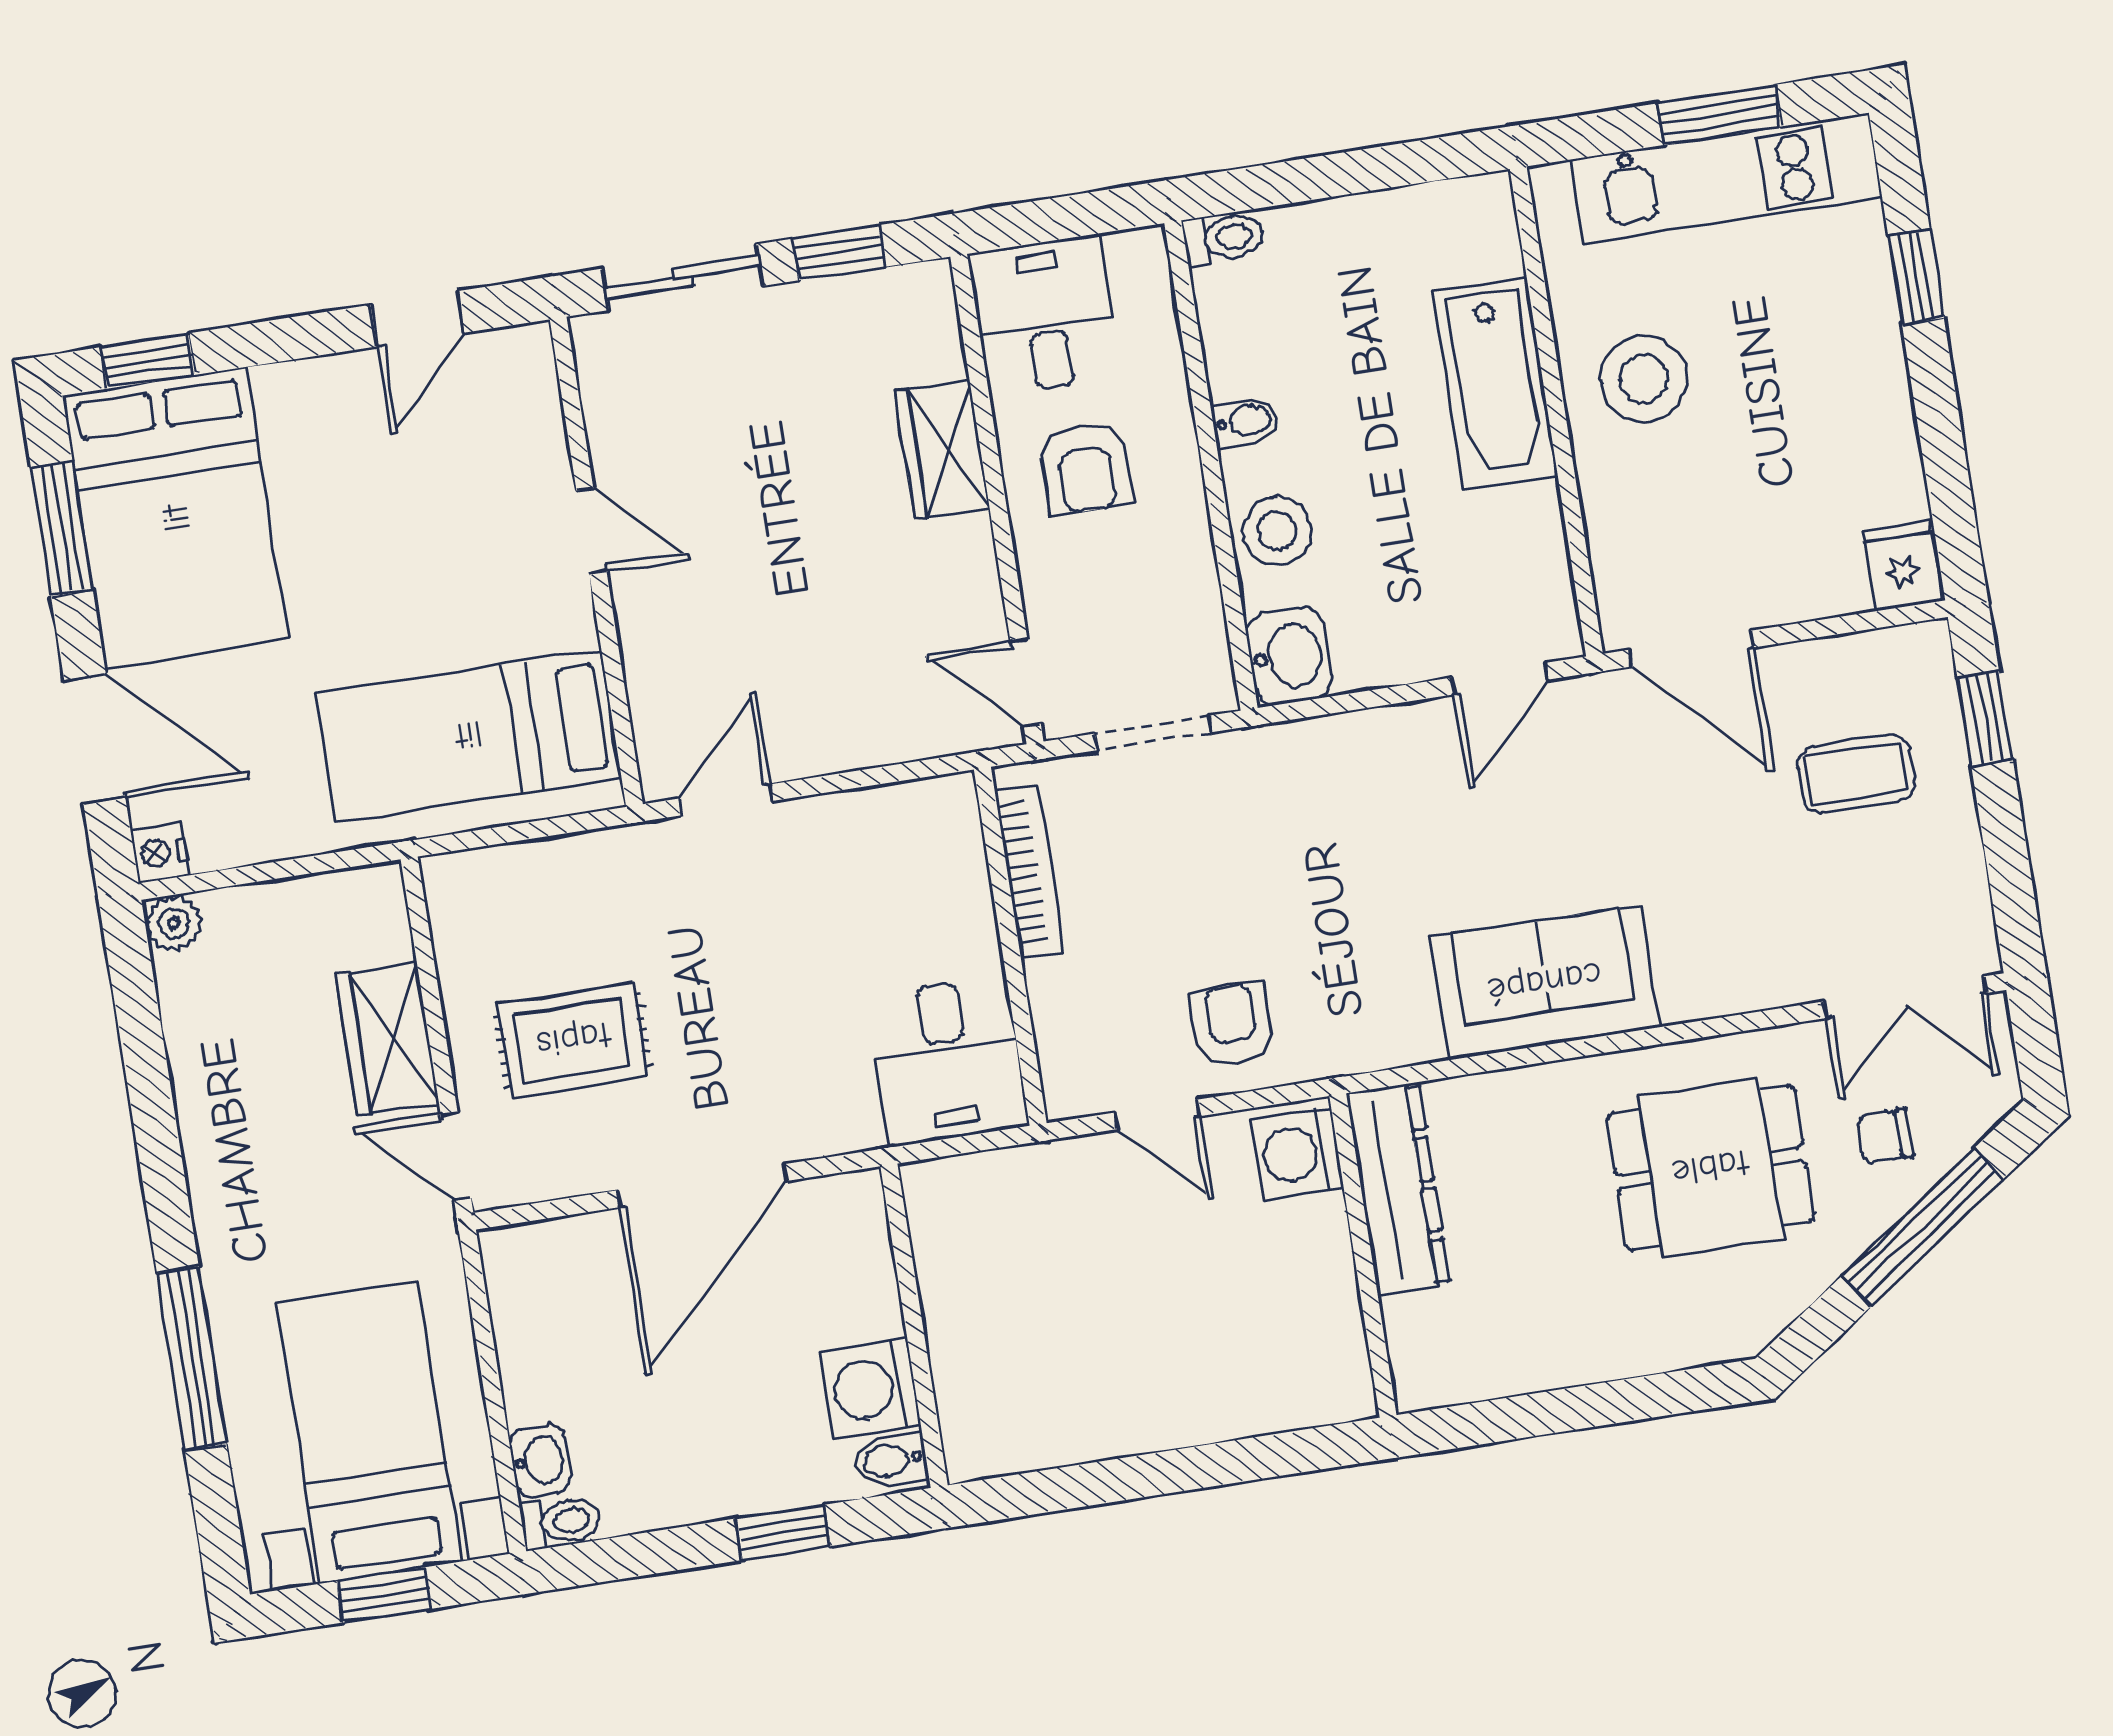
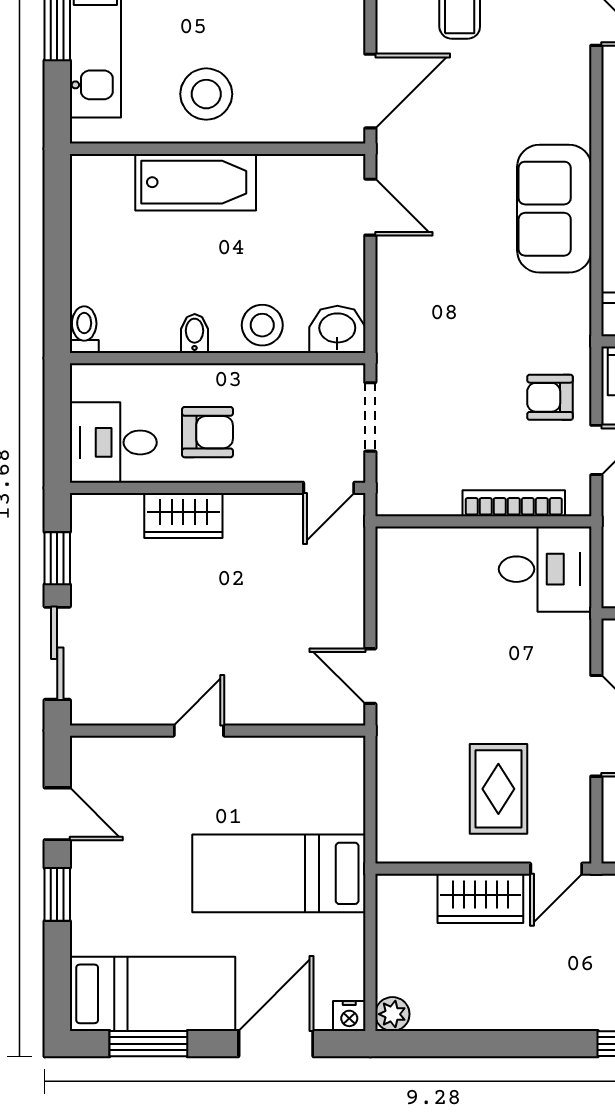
window: (148, 361) -> (57, 894), moved
bed: (176, 518) -> (152, 994), width x0.67
bed: (469, 735) -> (279, 873), moved, turned 90
bookcase: (1029, 871) -> (514, 503), moved

